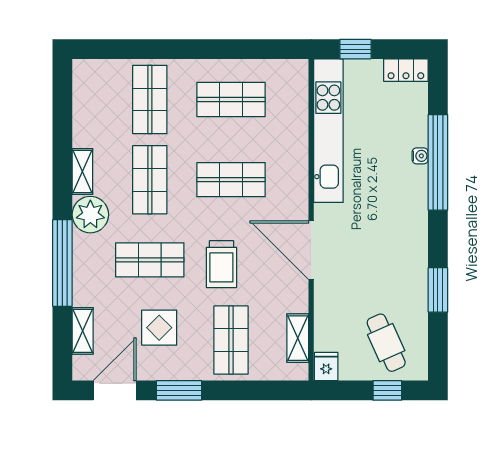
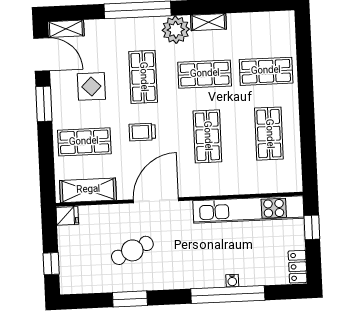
trolley: (221, 264) -> (142, 132), width x0.73, depth x0.72
shelving: (83, 331) -> (66, 29), moved
shelving: (298, 338) -> (88, 190), width x1.50, depth x1.33
cafe table: (386, 343) -> (132, 250), moved

